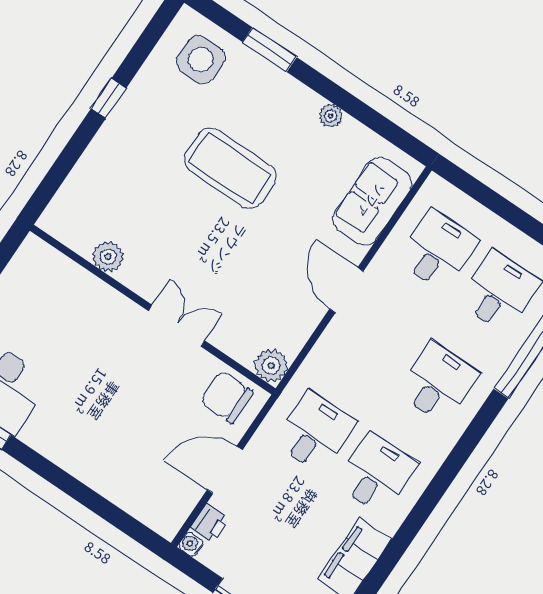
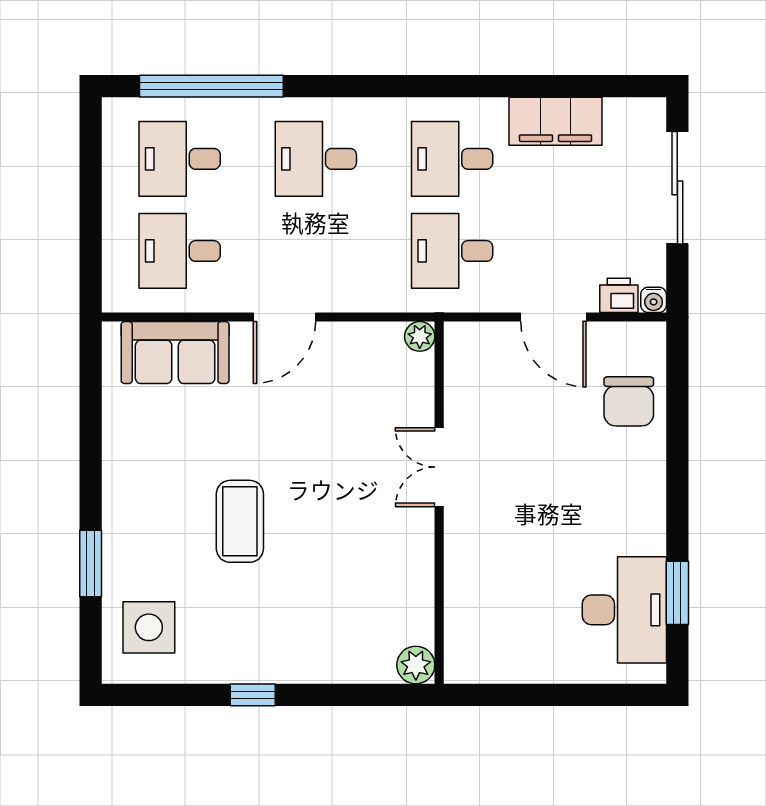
plant: (331, 116) -> (116, 455), removed
coffee table: (230, 168) -> (240, 521), width x0.73, depth x0.76
plant: (108, 257) -> (416, 665), moved
plant: (271, 365) -> (420, 336), width x0.73, depth x0.73
chair: (227, 397) -> (629, 401), moved

